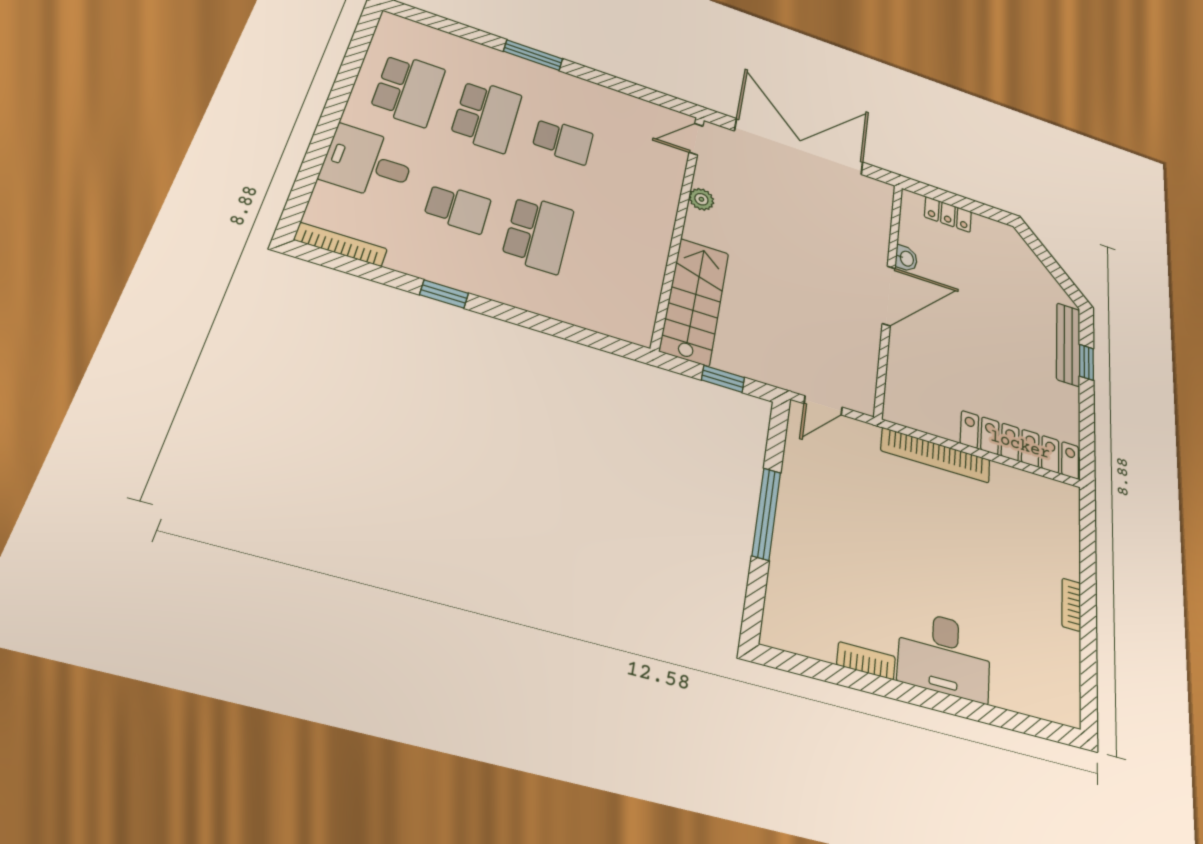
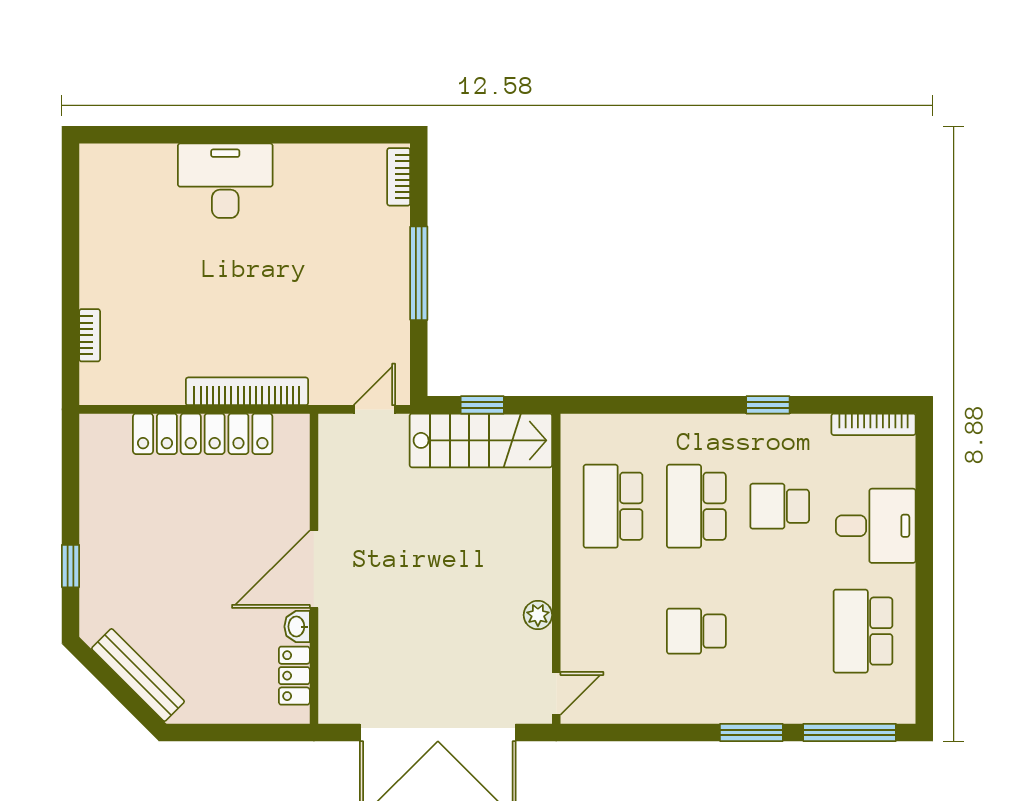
window: (445, 25) -> (850, 732), added
school desk: (486, 116) -> (613, 506), moved
locker: (948, 214) -> (294, 676), moved, turned -90
stairs: (695, 301) -> (481, 440), moved, turned -90
bench: (1068, 344) -> (138, 675), moved, turned -45
locker: (1020, 445) -> (203, 434), moved
bookcase: (1071, 605) -> (90, 335), moved
bookcase: (866, 661) -> (399, 177), moved, turned 90

